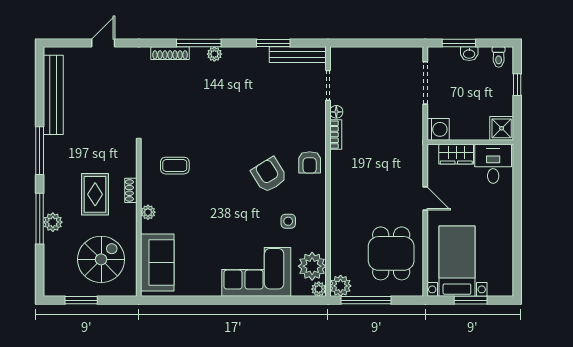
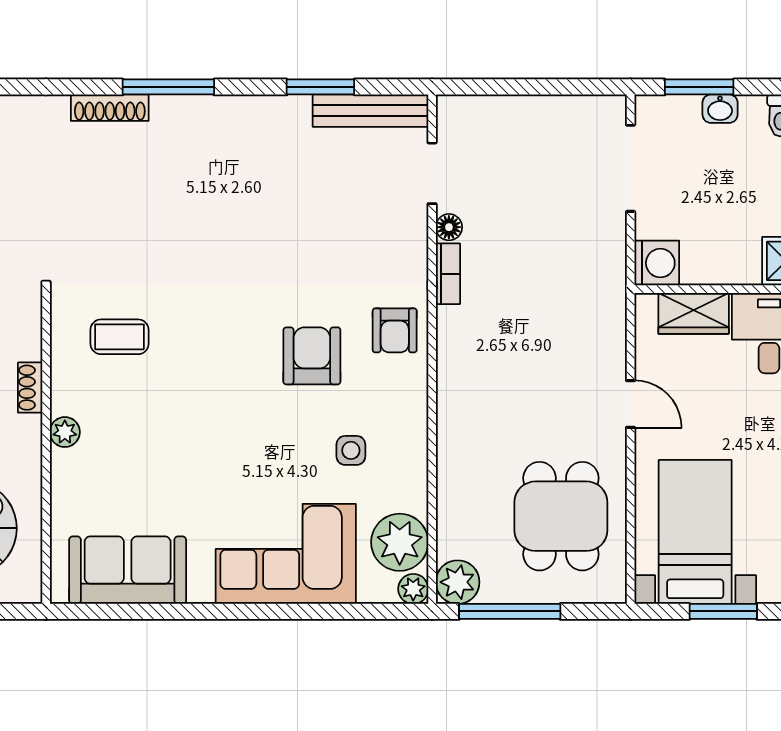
plant: (214, 54) -> (200, 109), removed
armchair: (269, 175) -> (312, 356), turned 32
sofa: (157, 263) -> (128, 570), moved, turned -90

